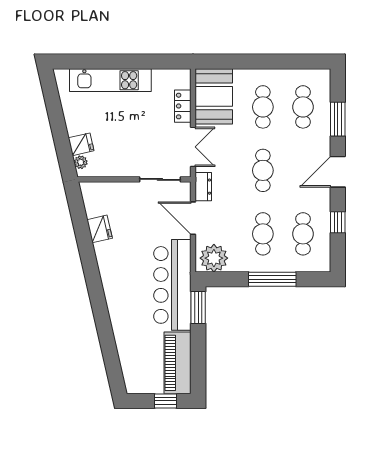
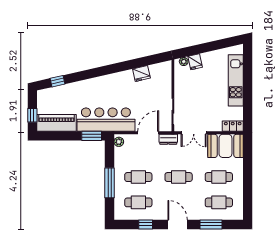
locker: (183, 106) -> (233, 126), moved
plant: (214, 258) -> (119, 142), width x0.53, depth x0.53
window: (112, 361) -> (58, 81), added

